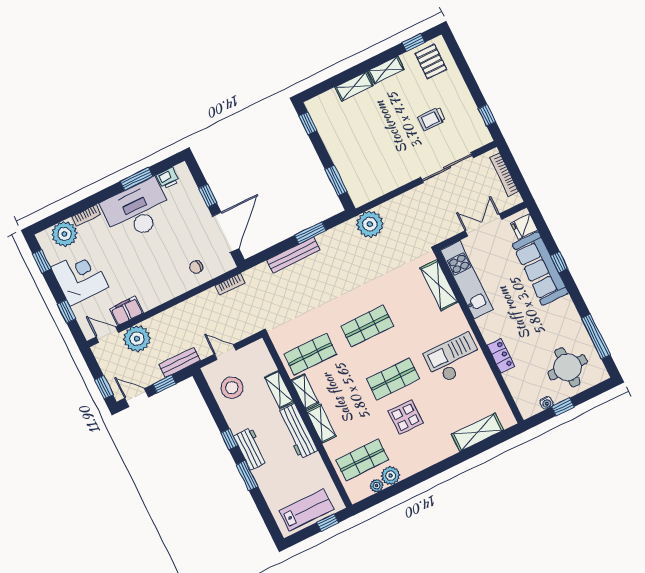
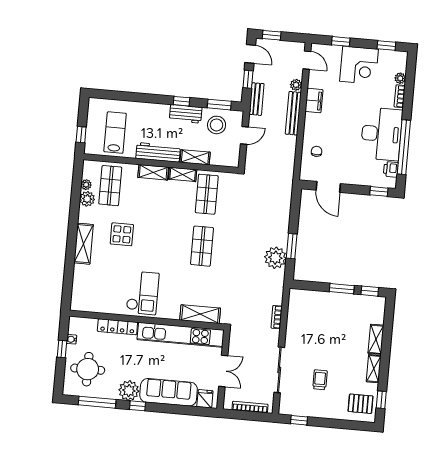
window: (136, 179) -> (404, 147), width x2.11
window: (336, 180) -> (342, 289), moved
window: (208, 196) -> (379, 191), moved
plant: (370, 224) -> (275, 258), moved
door: (226, 232) -> (328, 187), width x0.73
plant: (64, 234) -> (400, 78), width x0.53, depth x0.53
bench: (293, 255) -> (293, 113), moved
window: (559, 262) -> (138, 406), moved
kitchen unit: (467, 280) -> (181, 335), width x1.36
bookcase: (230, 284) -> (277, 317), moved
filing cabinet: (126, 311) -> (314, 101), moved
plant: (564, 311) -> (129, 391), added
door: (107, 335) -> (307, 60), hinge flipped
plant: (137, 339) -> (296, 85), width x0.53, depth x0.53
locker: (501, 356) -> (117, 327), width x1.53
shop shelf: (393, 379) -> (154, 242), removed
door: (137, 398) -> (250, 54), hinge flipped
shelving: (477, 432) -> (84, 244), moved
workbench: (251, 449) -> (186, 114), moved
window: (247, 475) -> (219, 105), moved
lab bench: (306, 510) -> (115, 133), moved, turned 180

